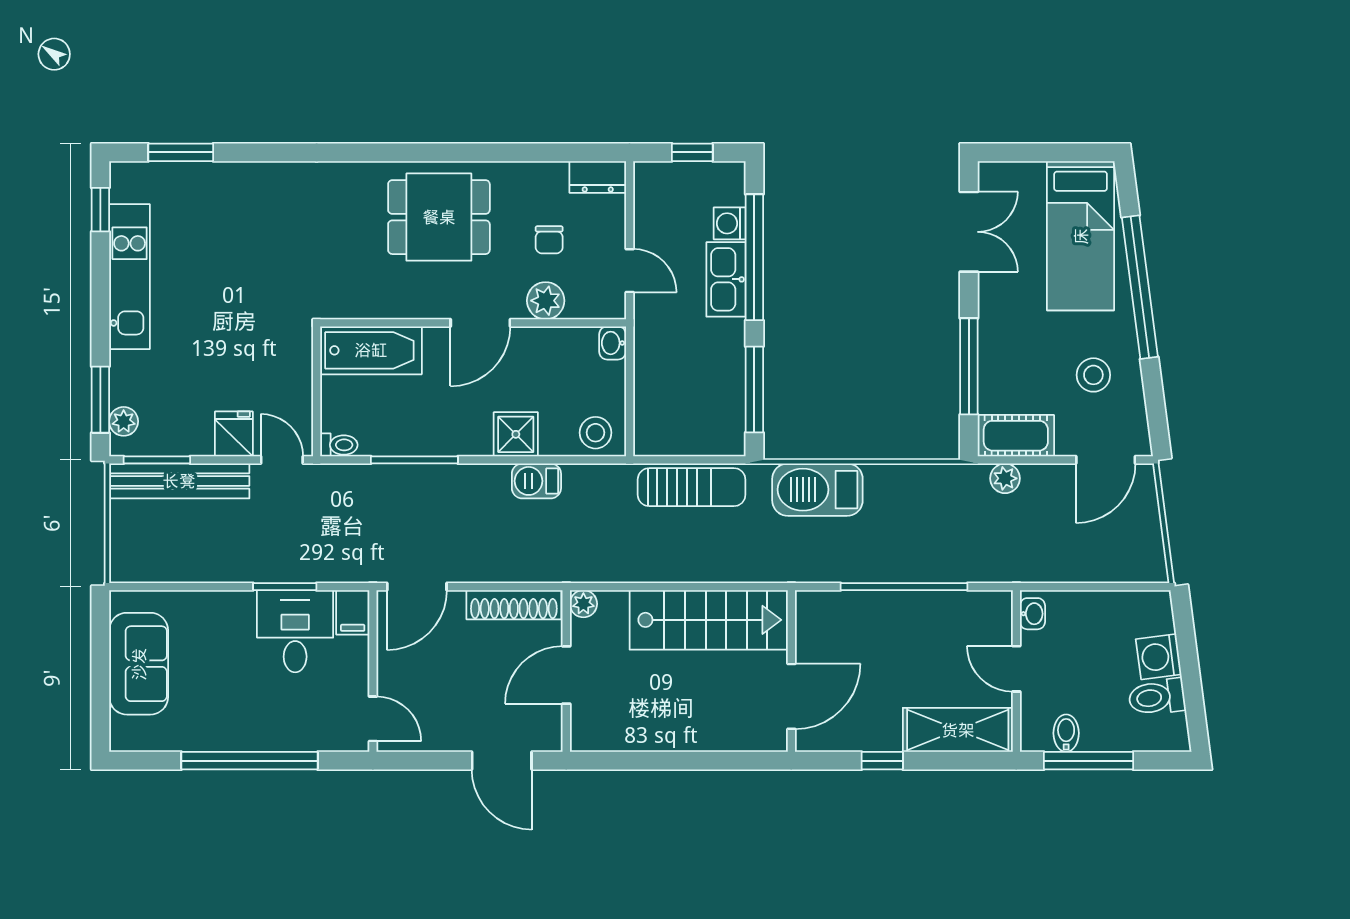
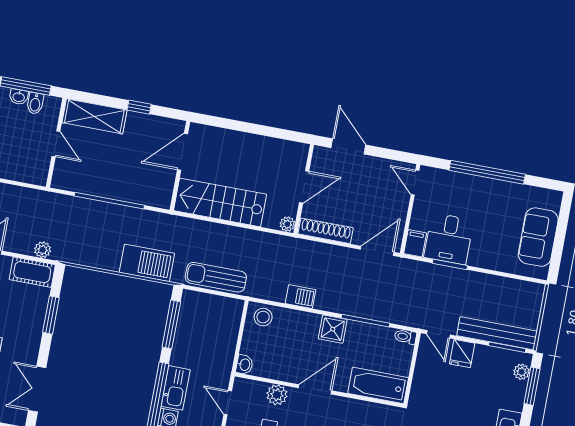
window: (969, 366) -> (51, 315), width x0.69
shower: (516, 434) -> (333, 329), moved
washbasin: (1032, 614) -> (19, 97), moved, turned -90

